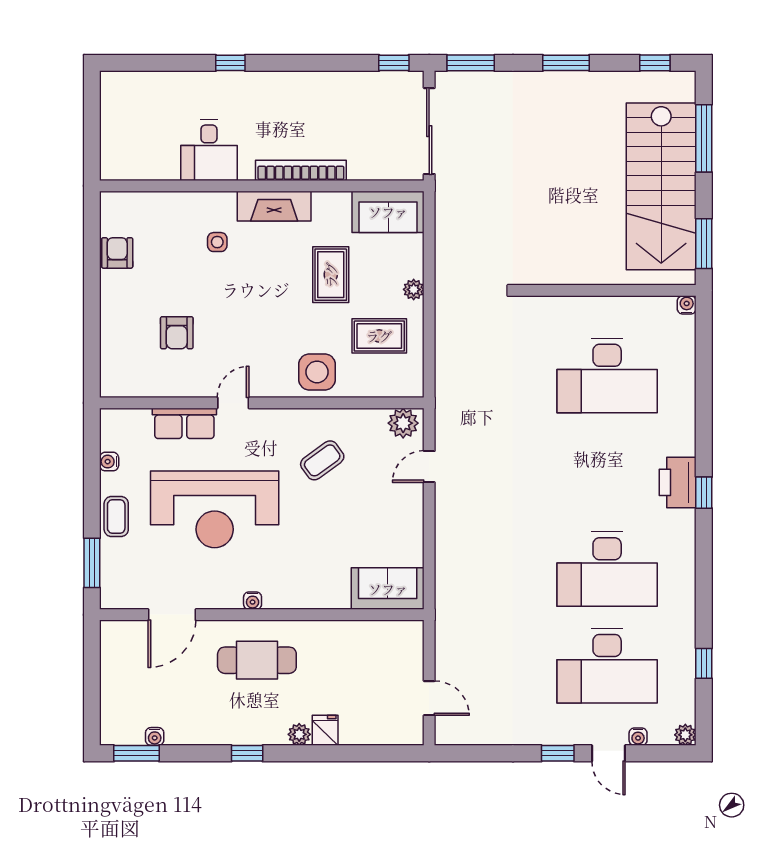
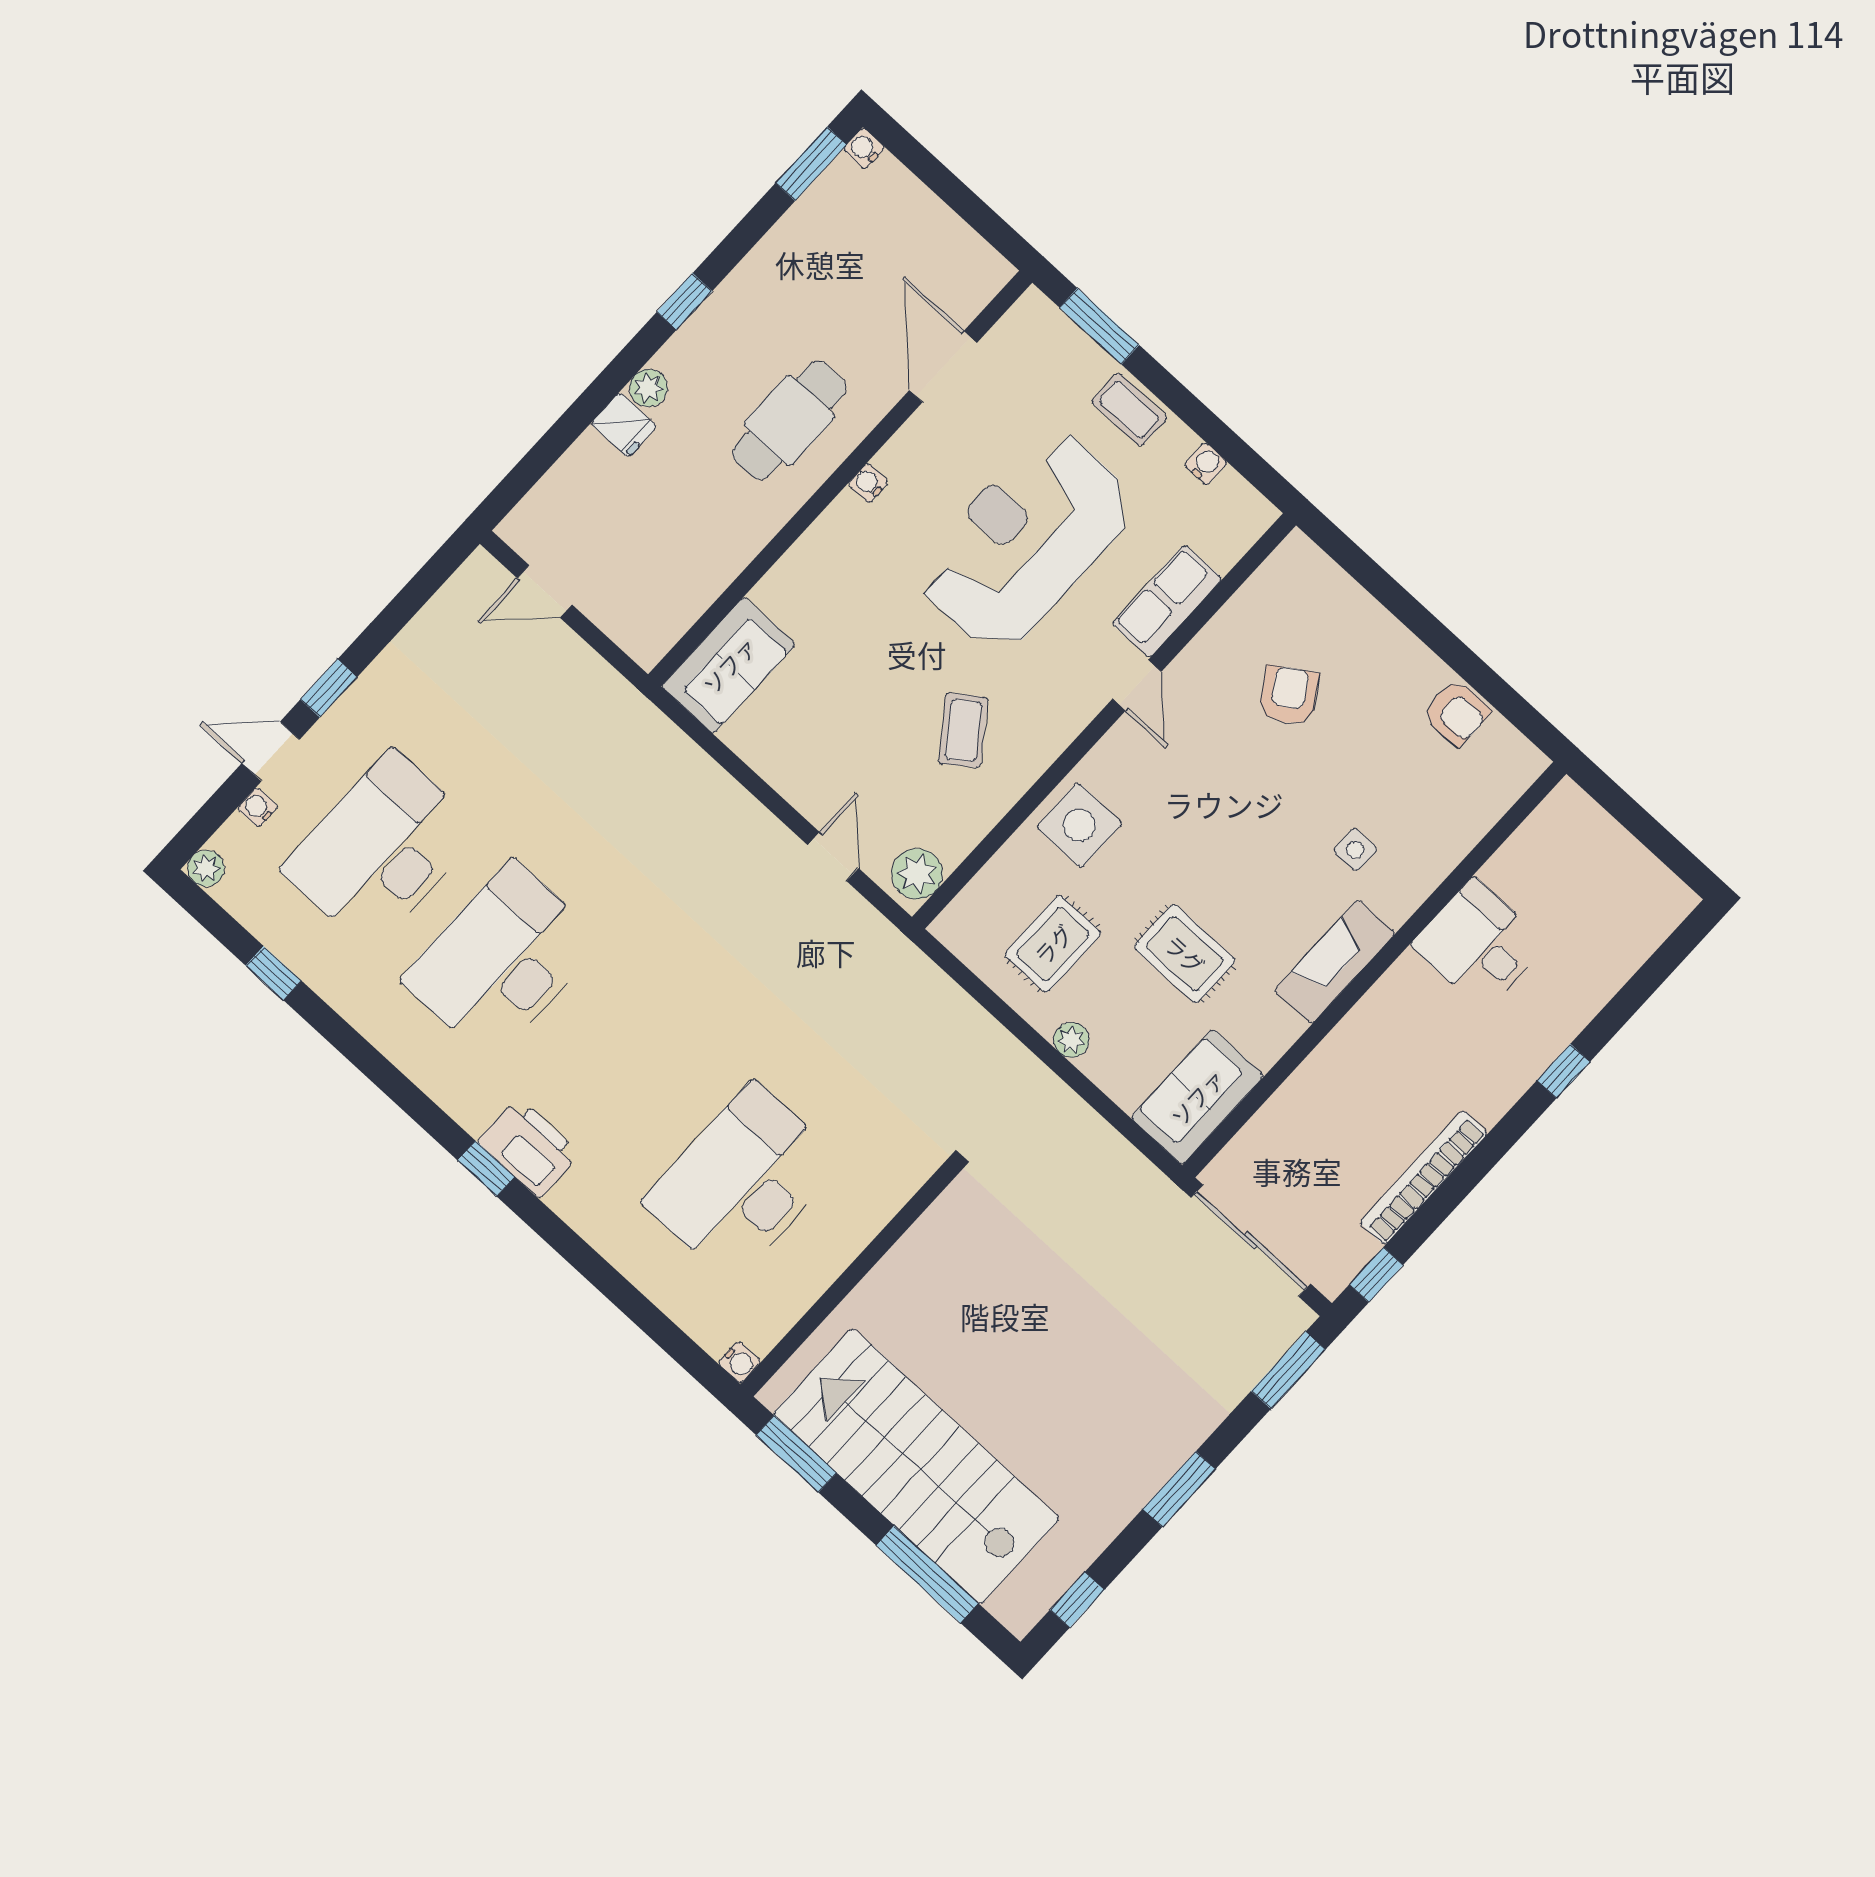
bookcase: (301, 170) -> (1424, 1178), moved, turned 180
armchair: (177, 333) -> (1289, 695), turned 57
water cooler: (155, 736) -> (864, 148), moved

